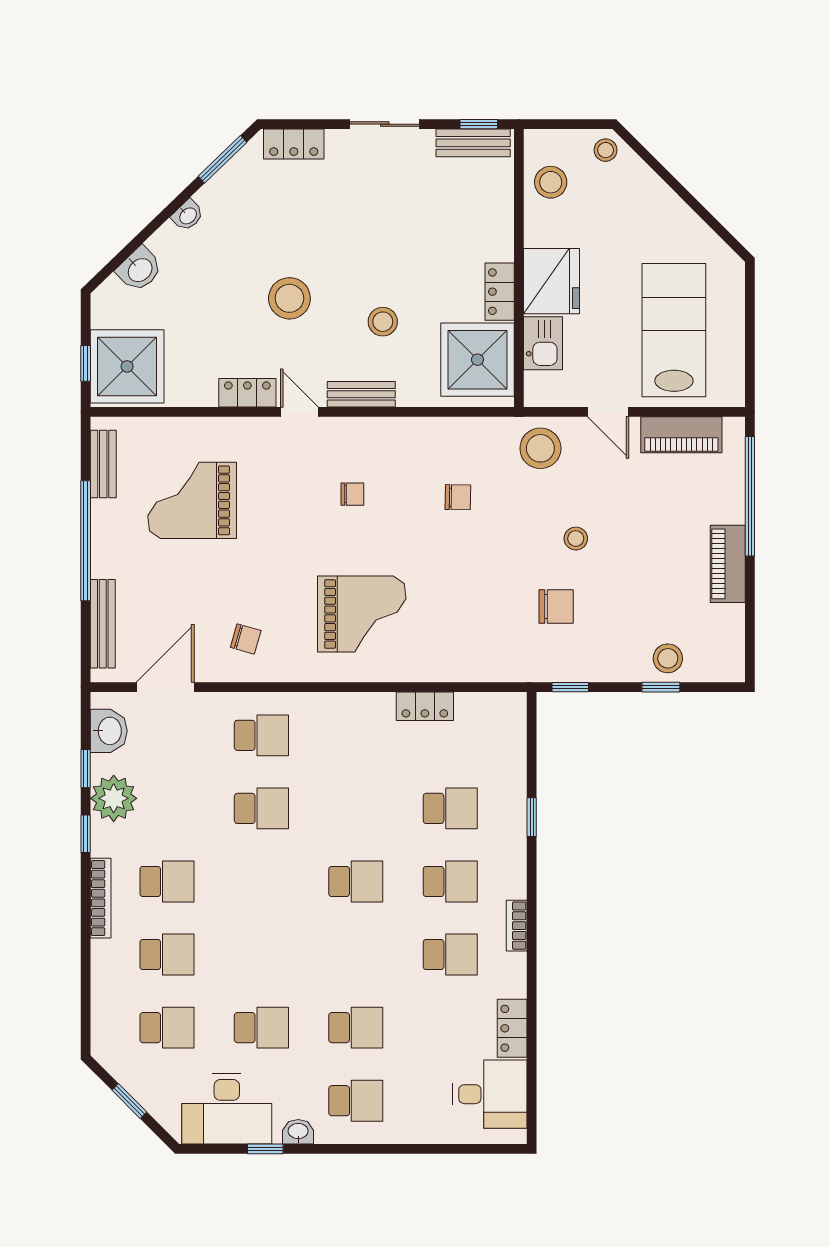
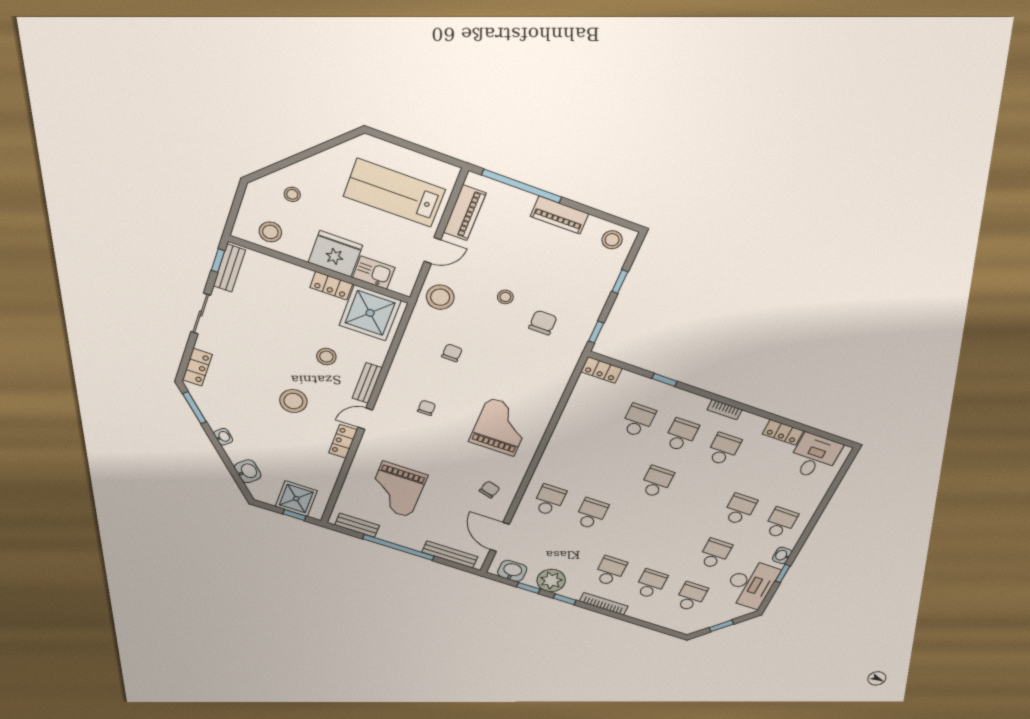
stool: (606, 150) -> (292, 194), moved
shower: (127, 366) -> (296, 499), width x0.73, depth x0.73
stool: (668, 658) -> (612, 240), moved
locker: (425, 706) -> (601, 370), moved, turned 90

